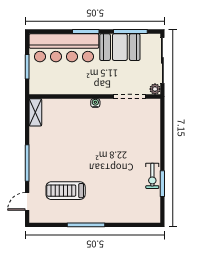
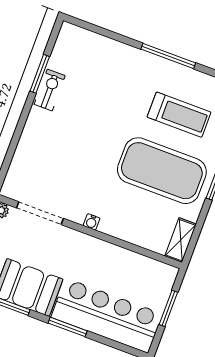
exercise mat: (63, 151) -> (162, 171), added

